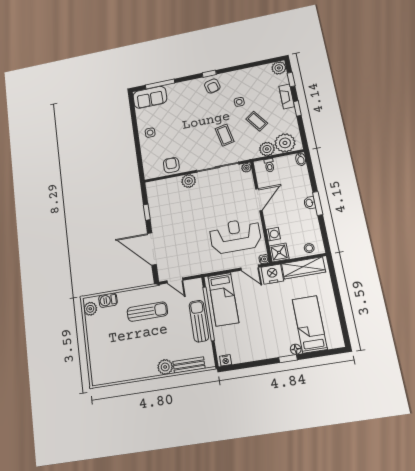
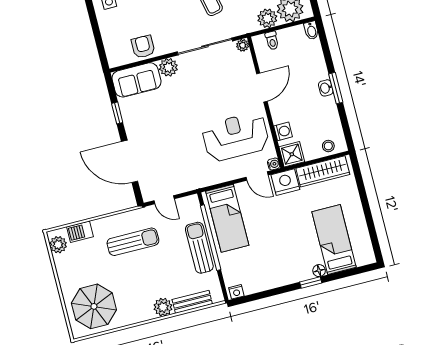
sofa: (164, 189) -> (136, 80), added
parasol: (111, 361) -> (94, 306), added

